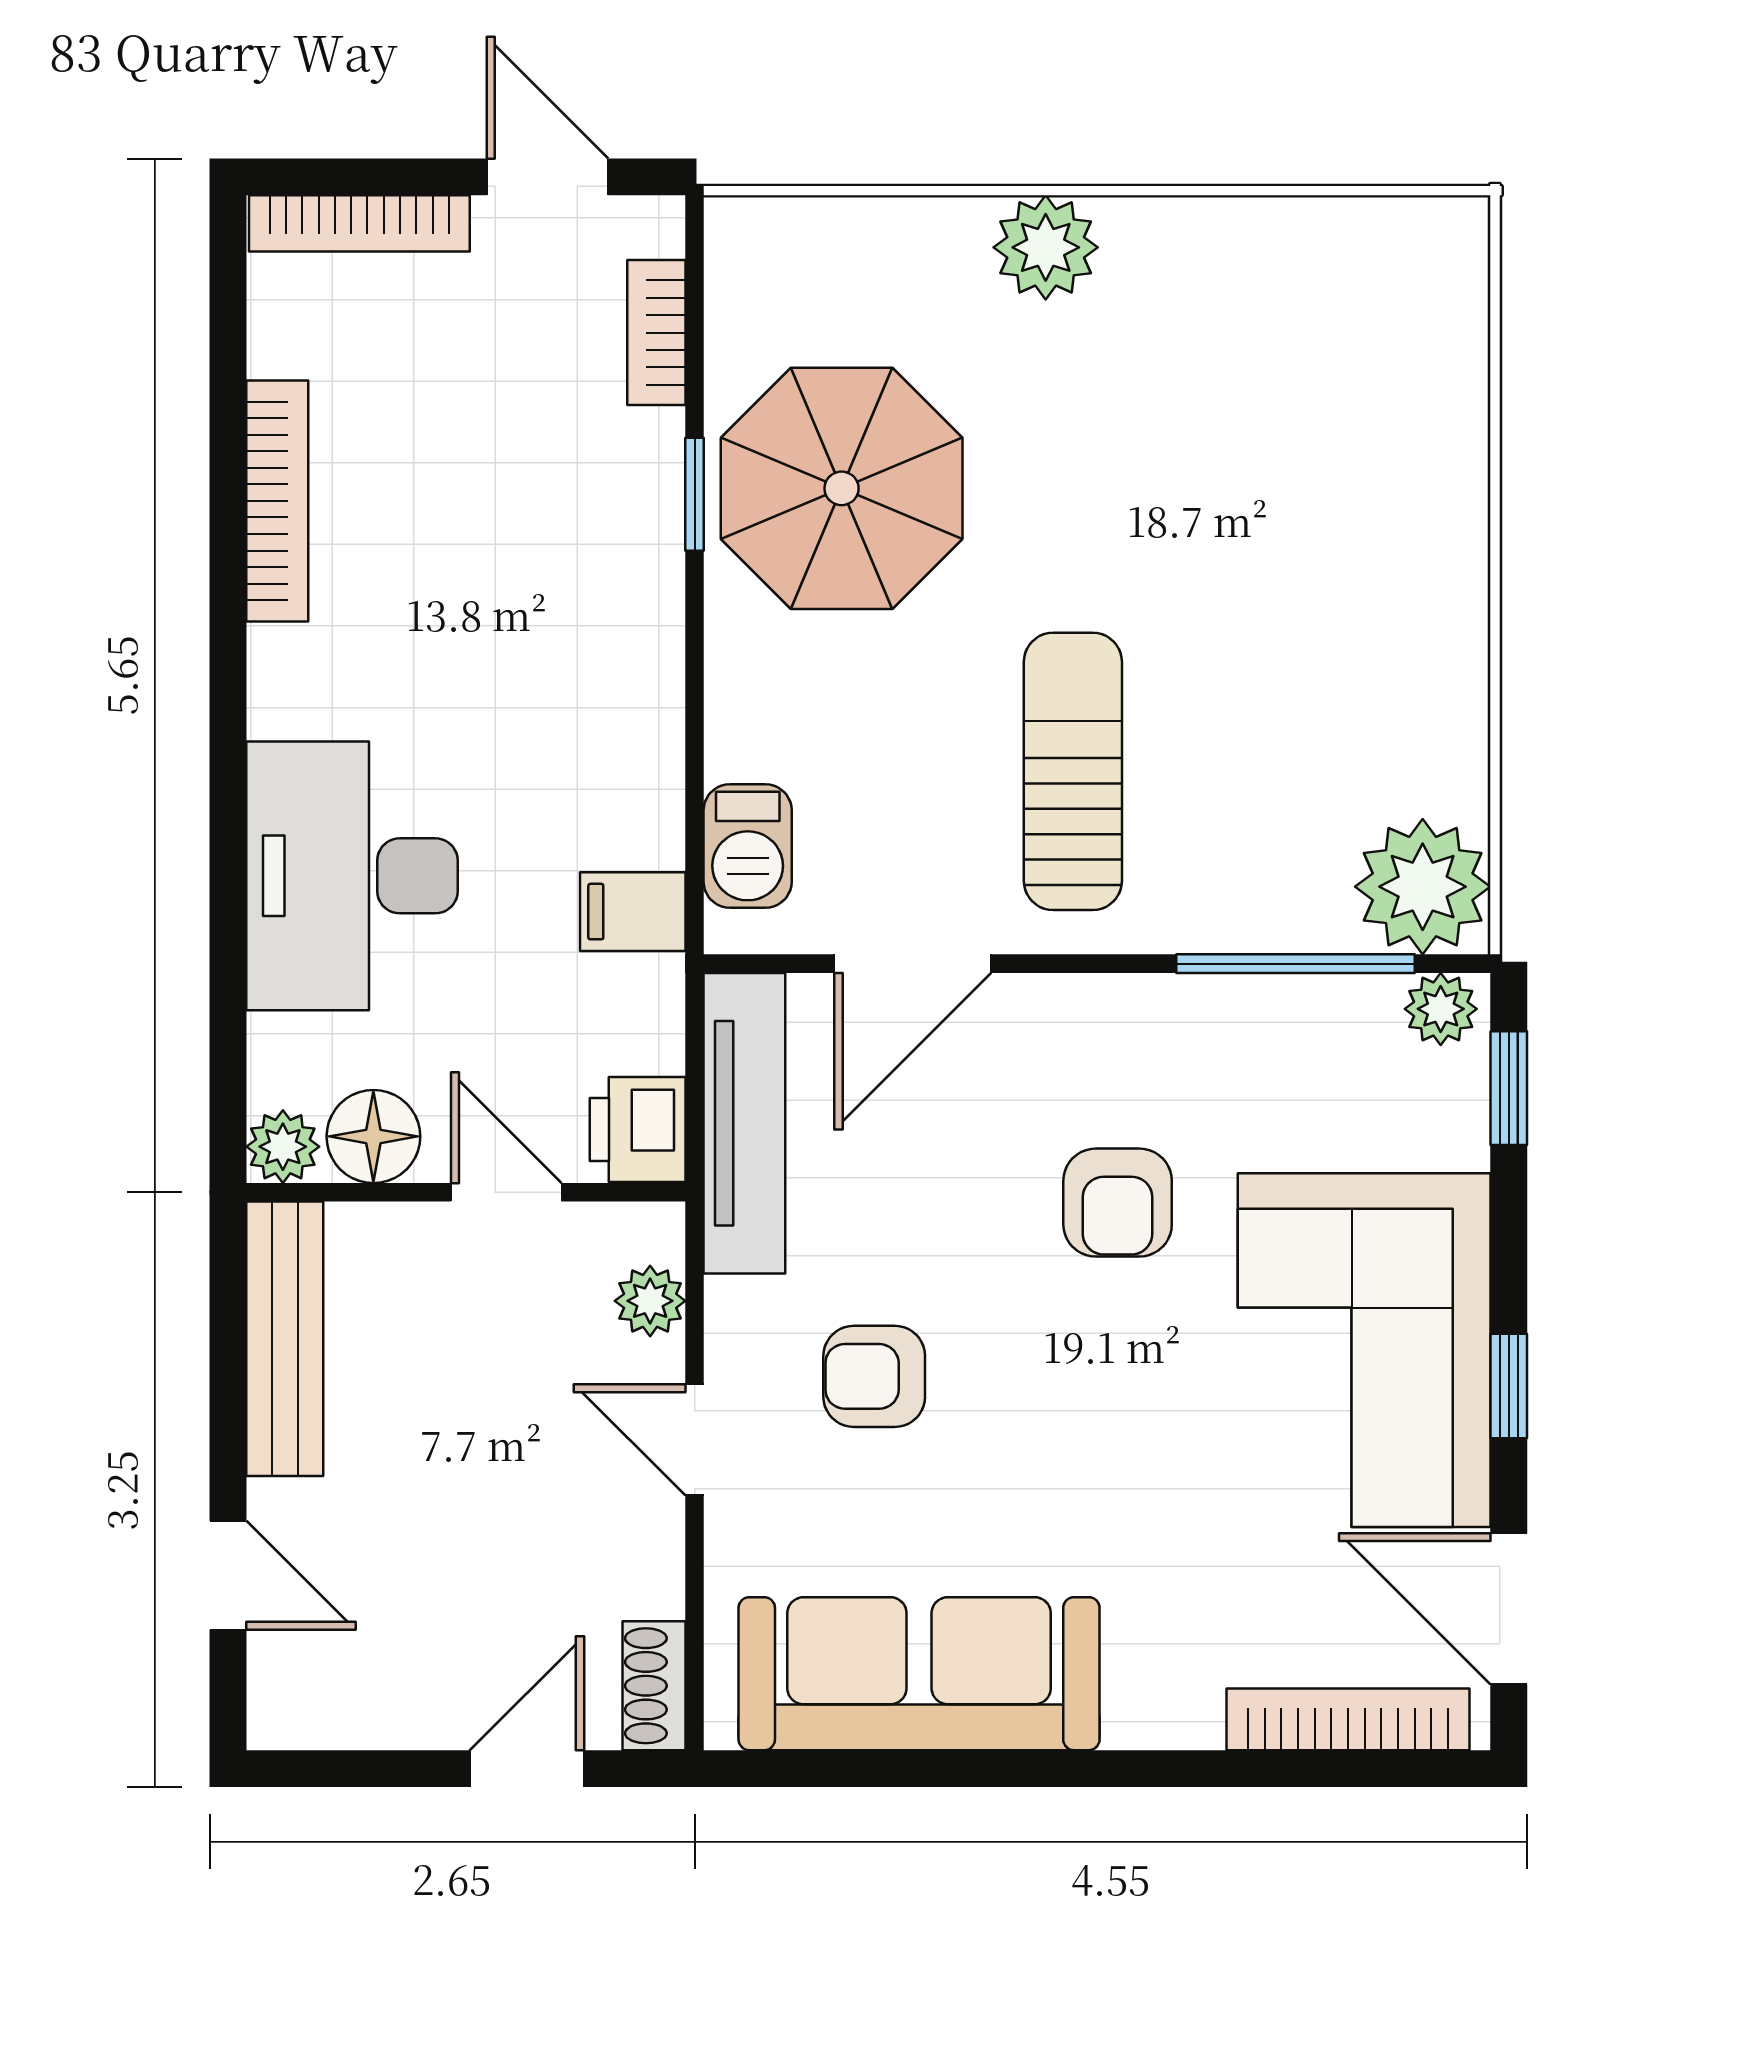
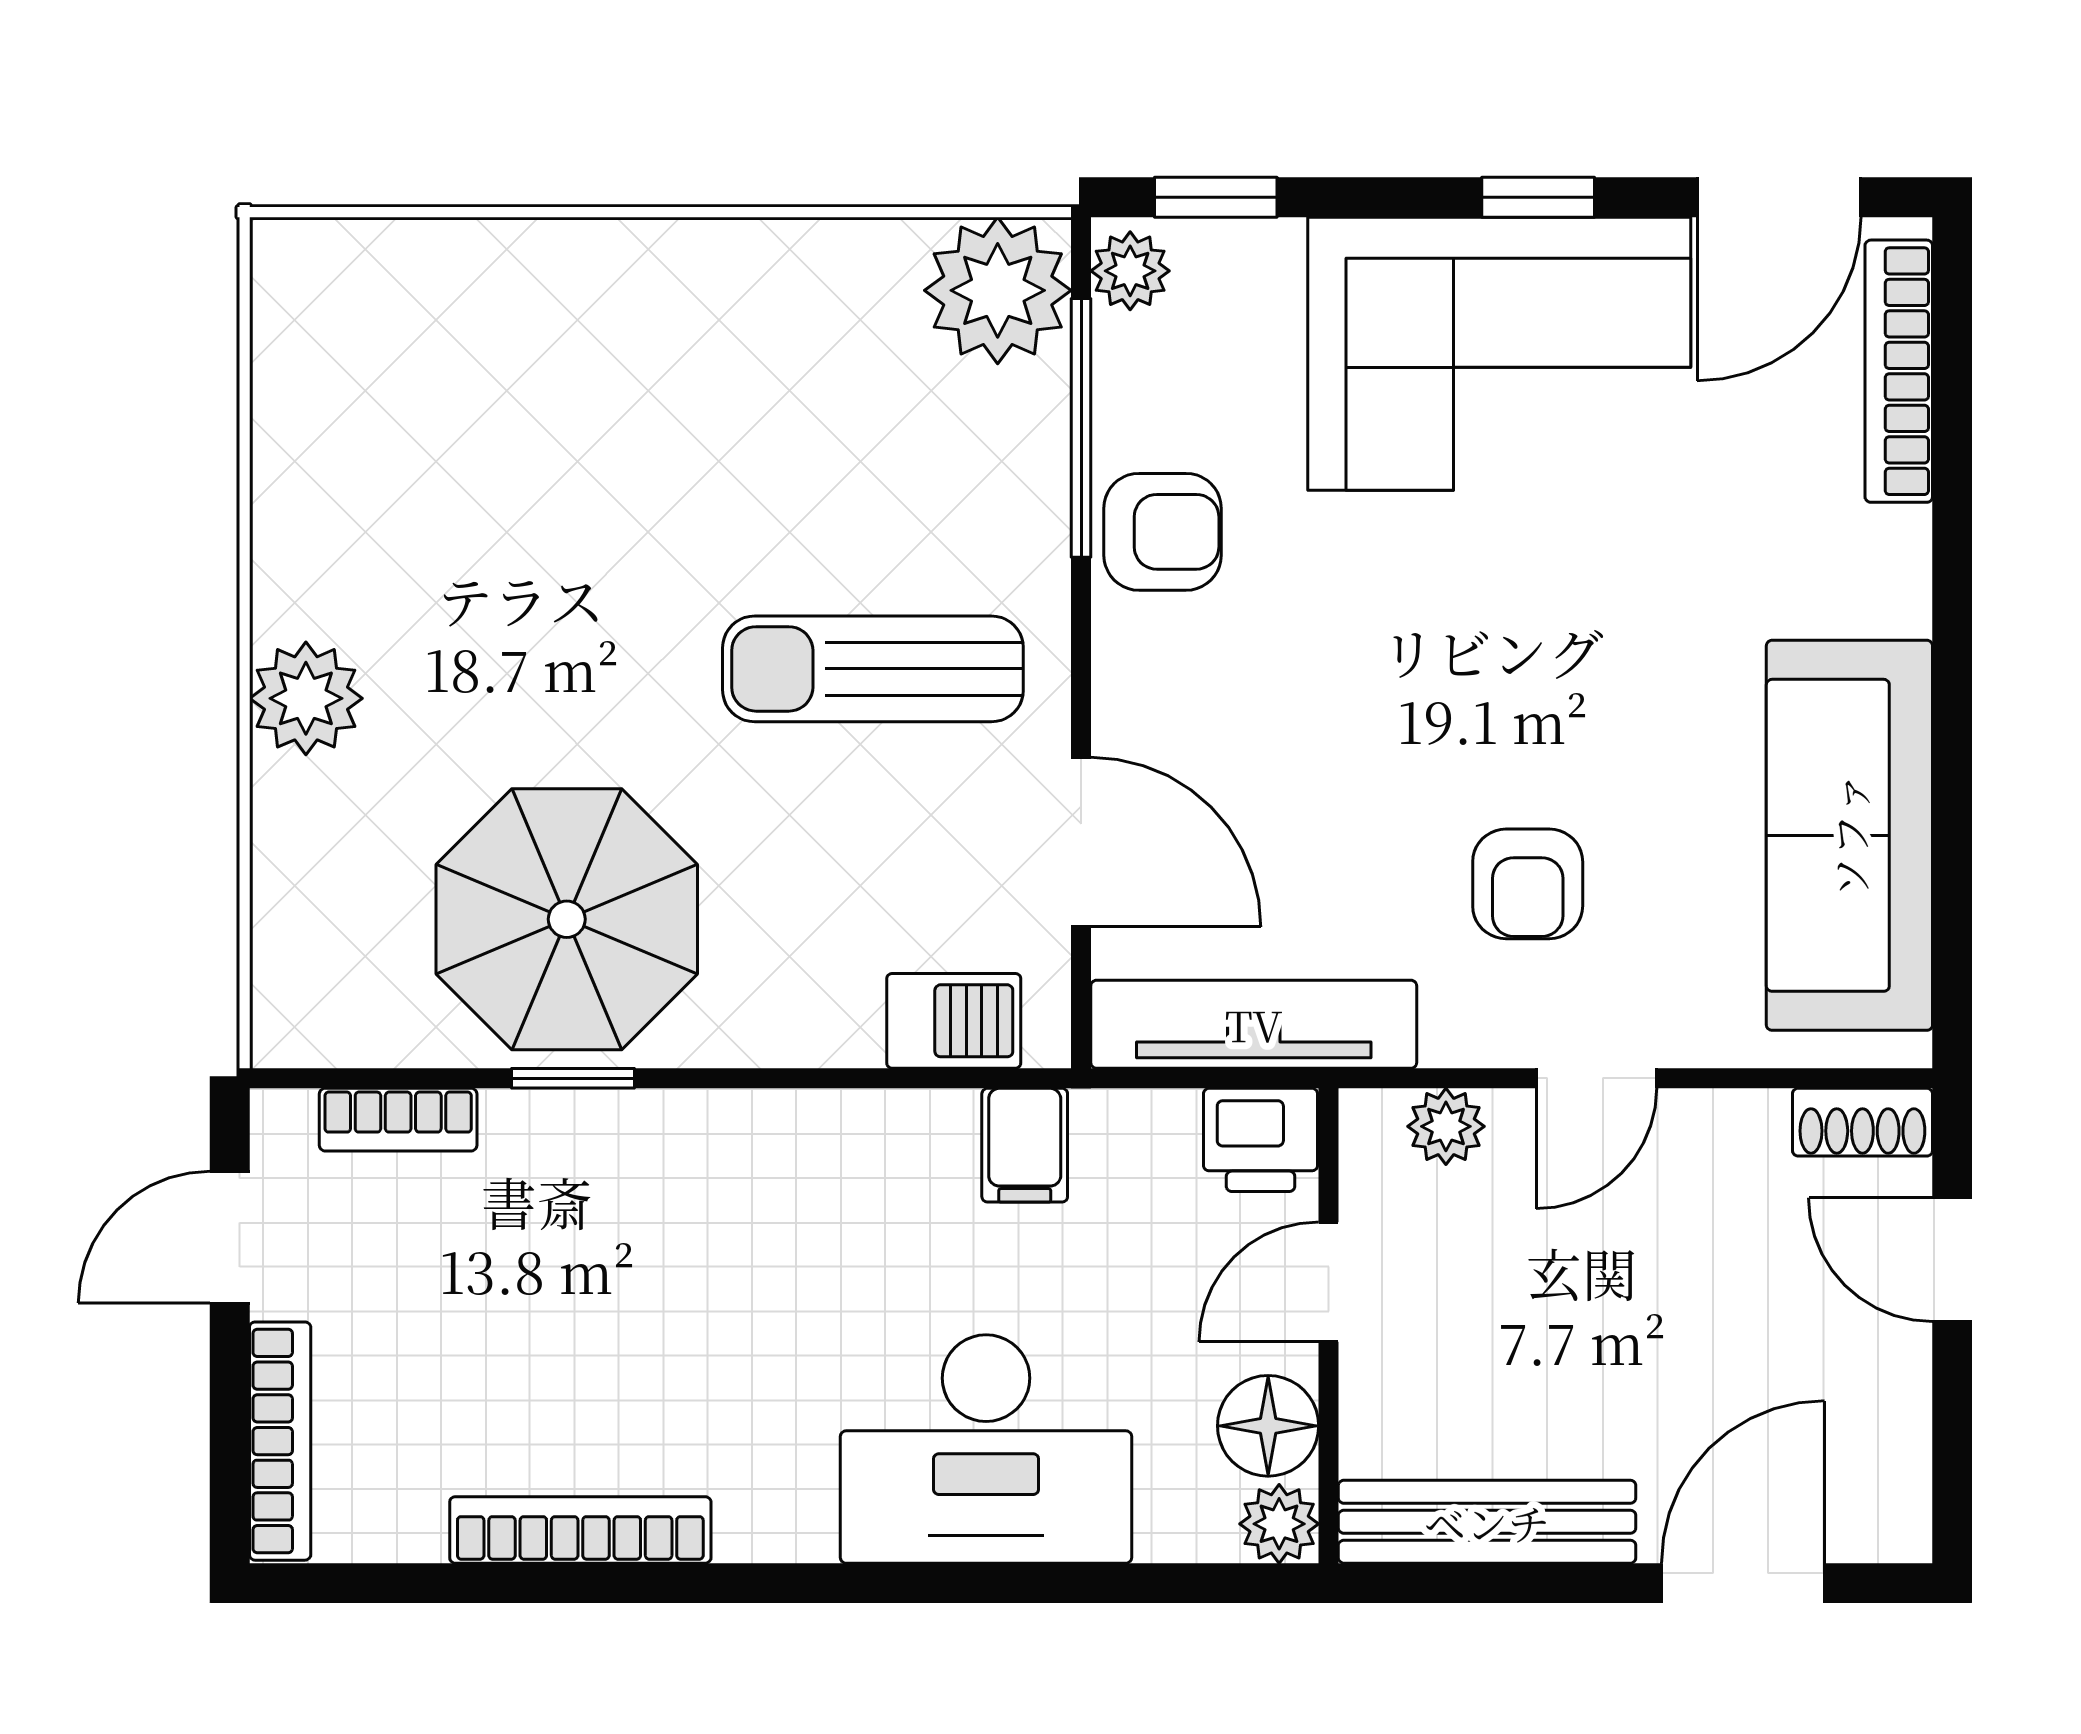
armchair: (1118, 1203) -> (1163, 532), moved
door: (228, 1575) -> (1743, 1583), width x1.38

